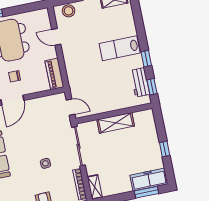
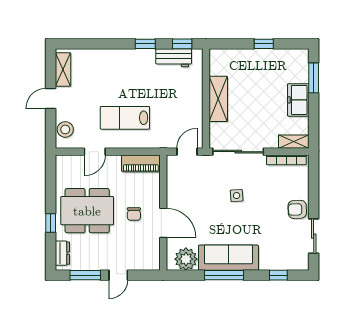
lab bench: (120, 48) -> (125, 118), moved, turned 90
side table: (45, 163) -> (237, 196), moved
freezer: (149, 180) -> (298, 100), moved, width x0.71

